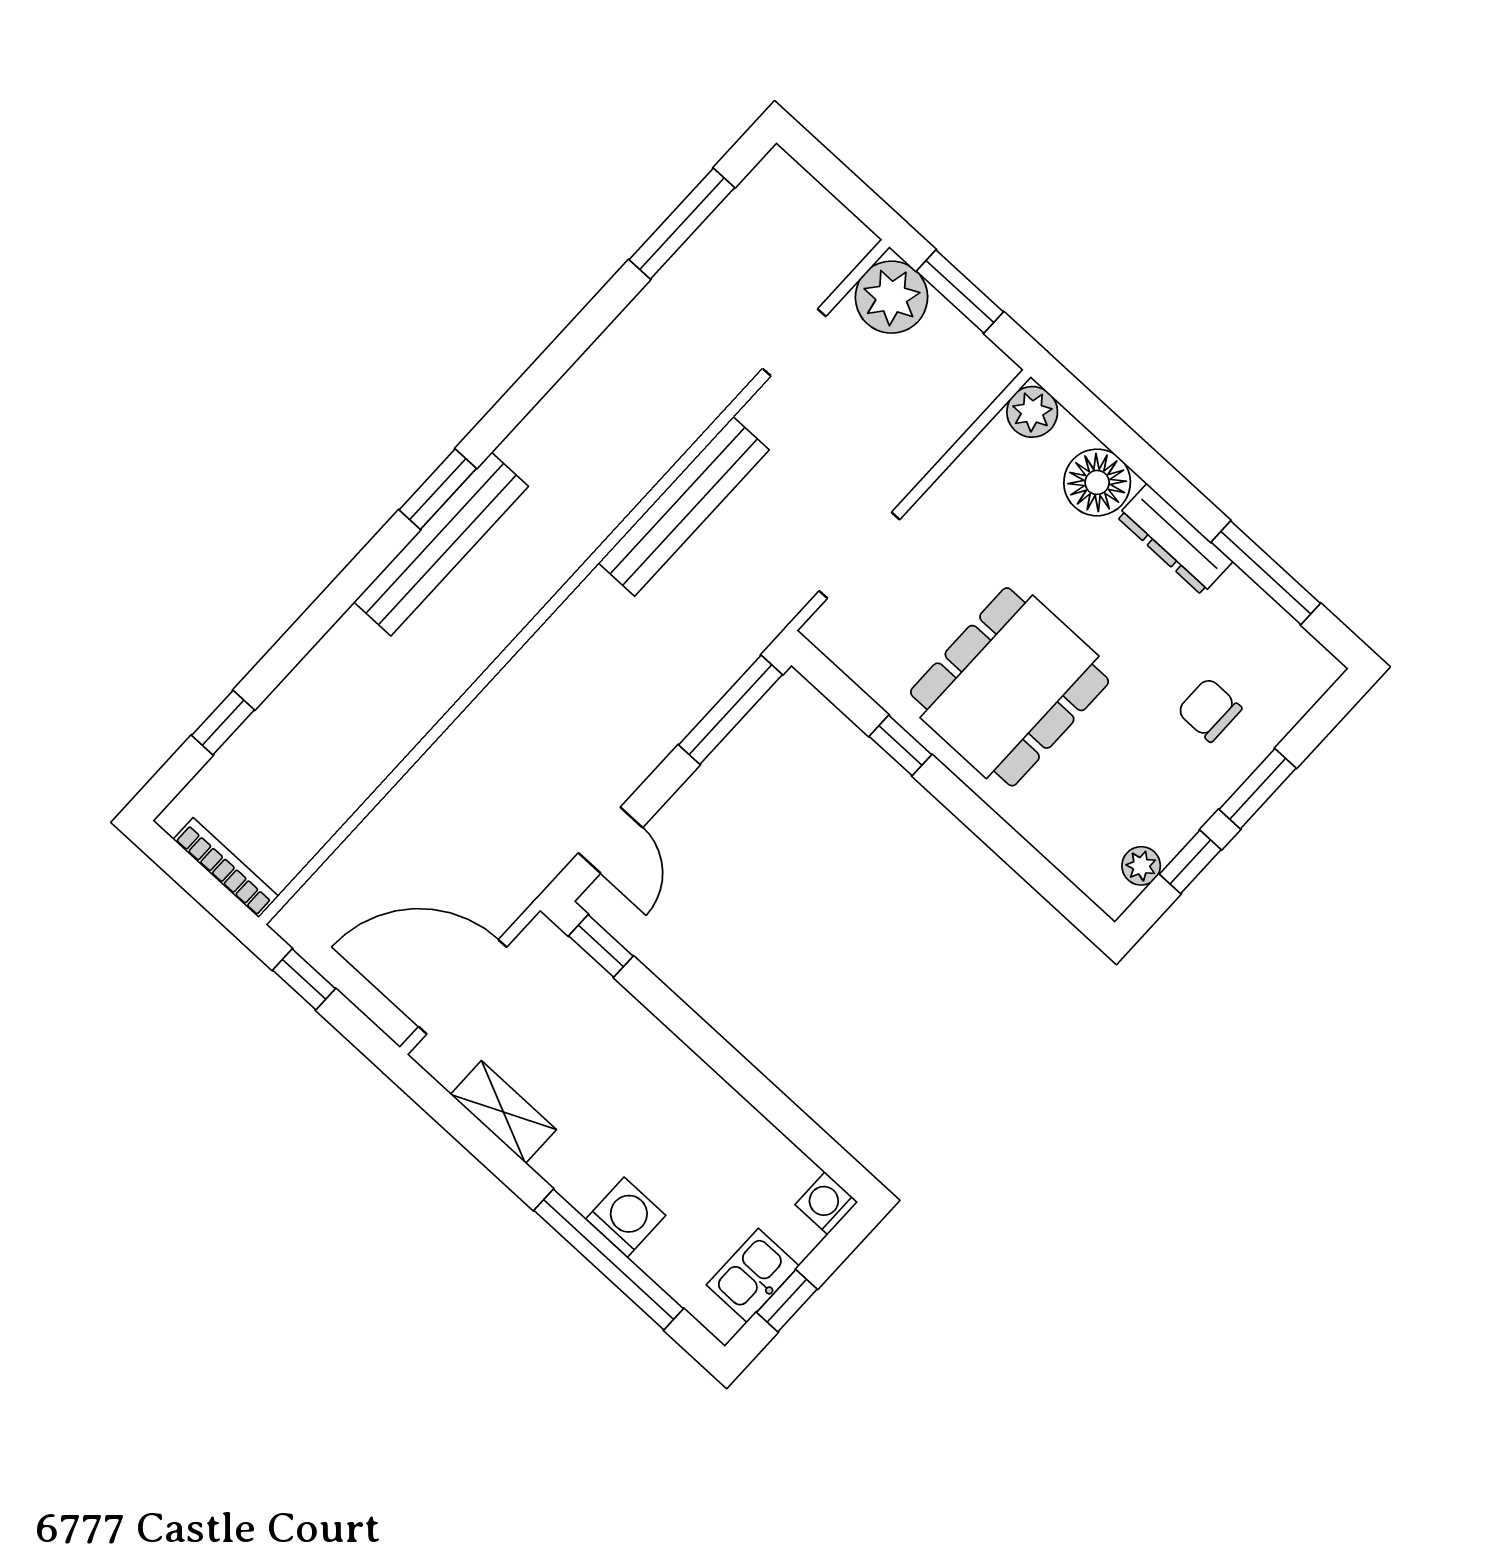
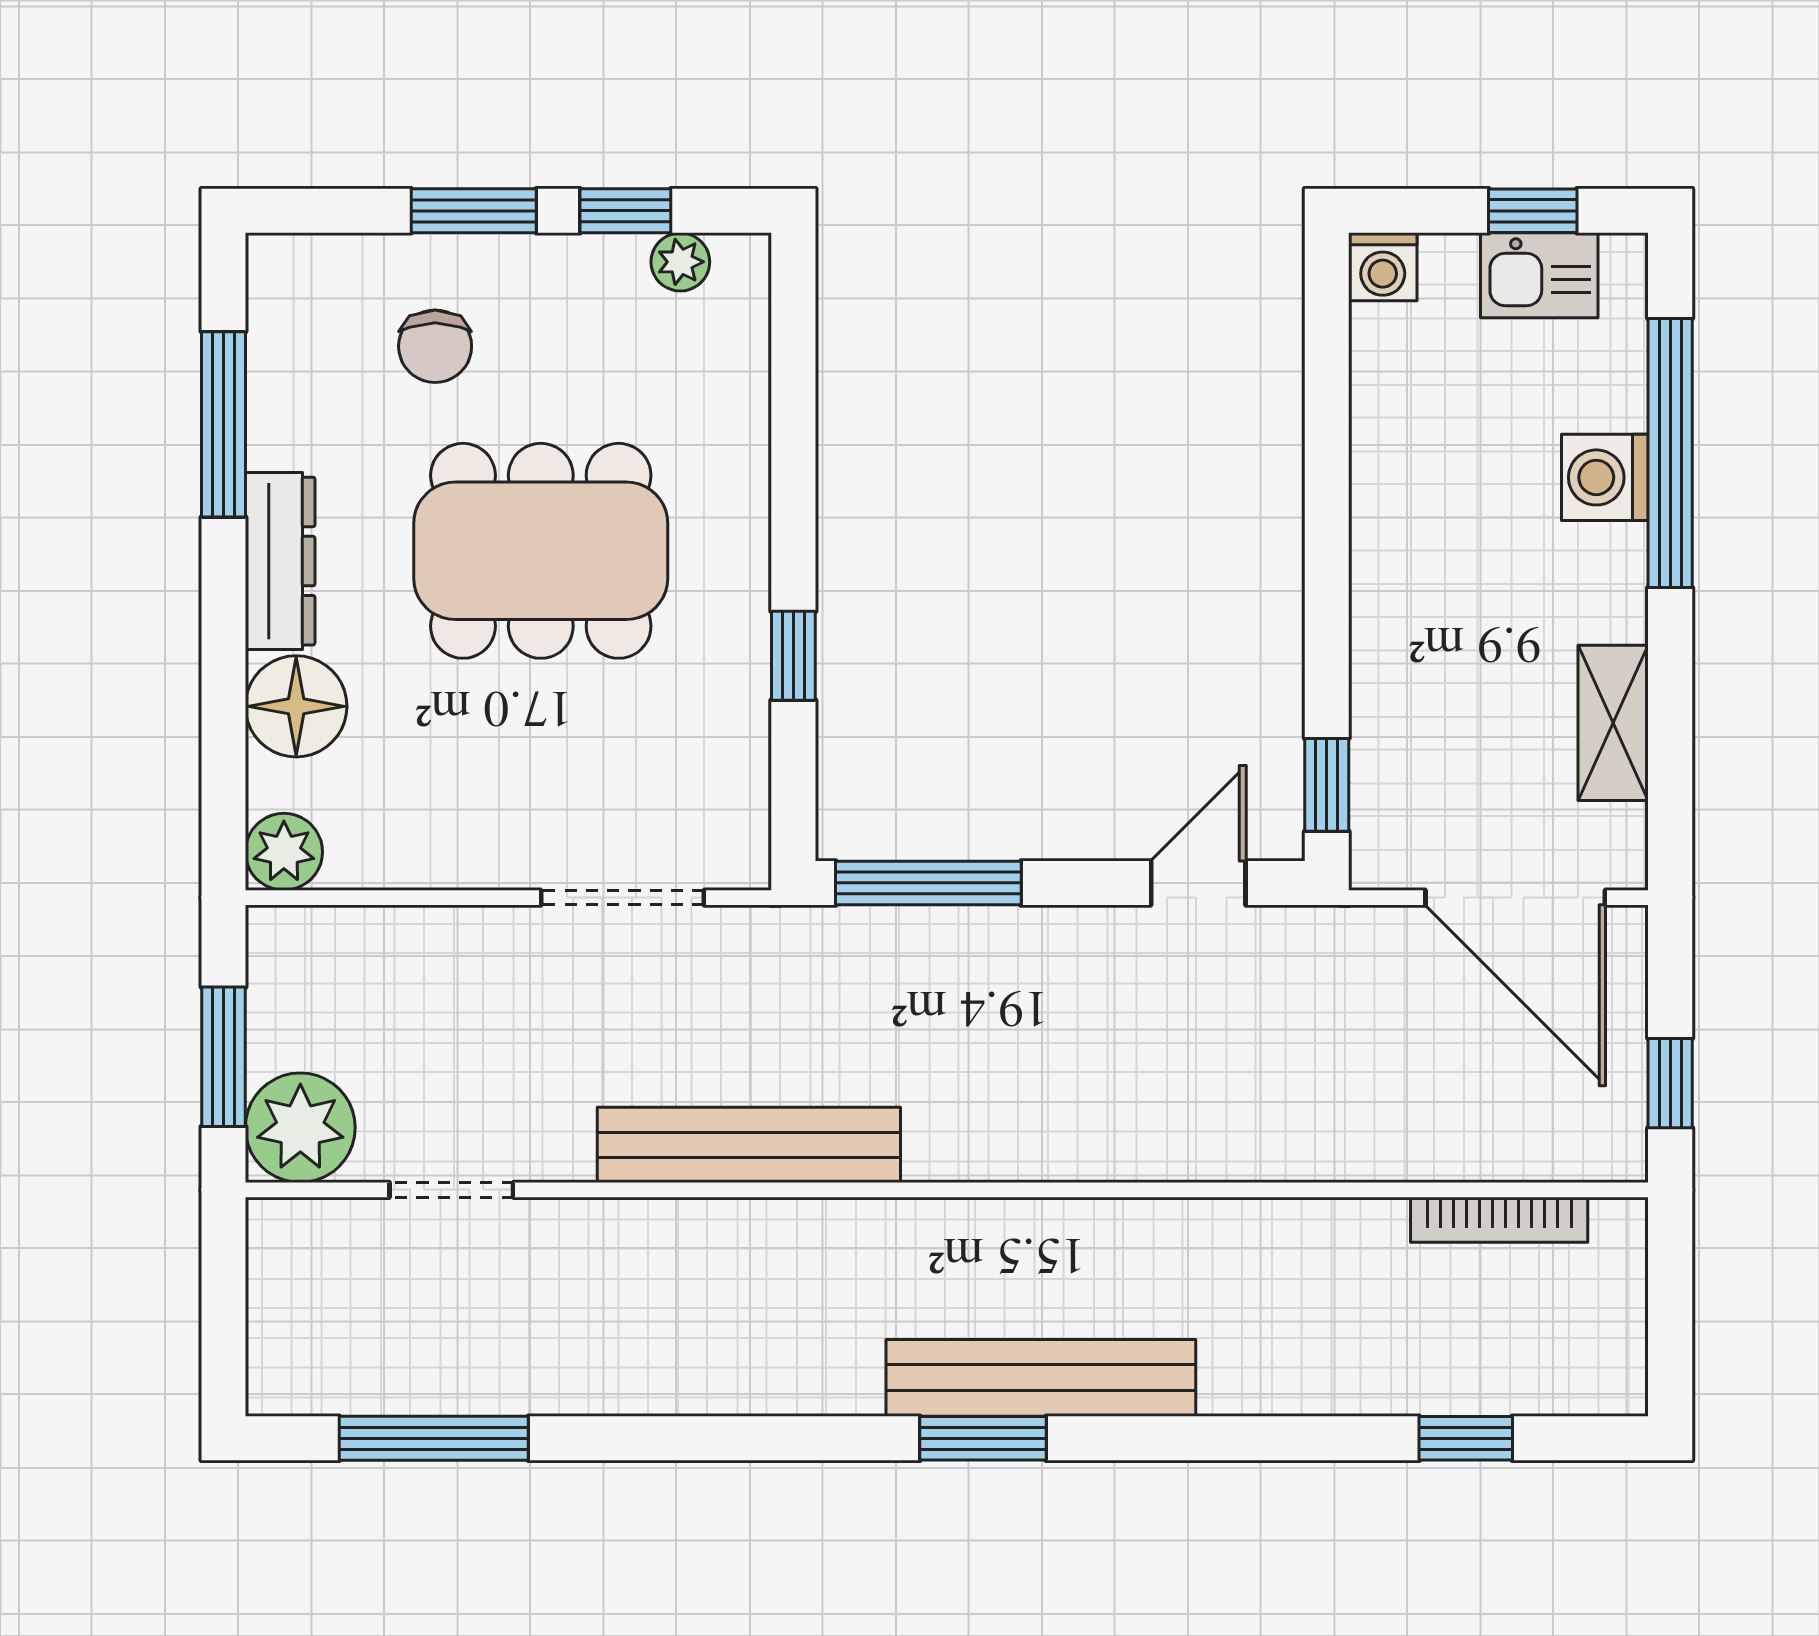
dining table: (1010, 687) -> (541, 551), moved
bookcase: (226, 868) -> (1499, 1220), moved, turned -90

